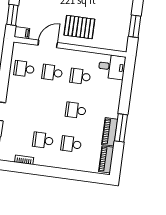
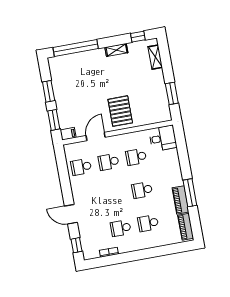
pallet: (79, 27) -> (120, 111), turned 90

